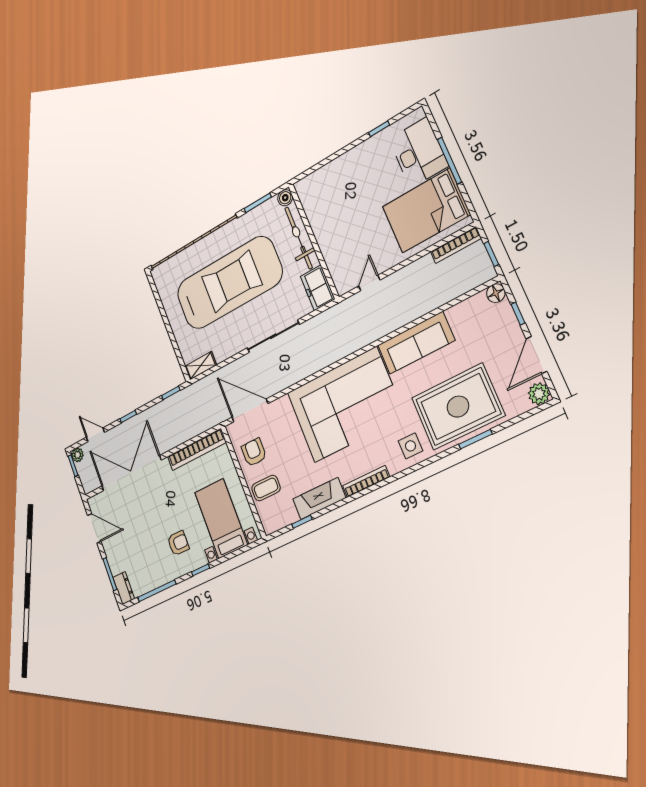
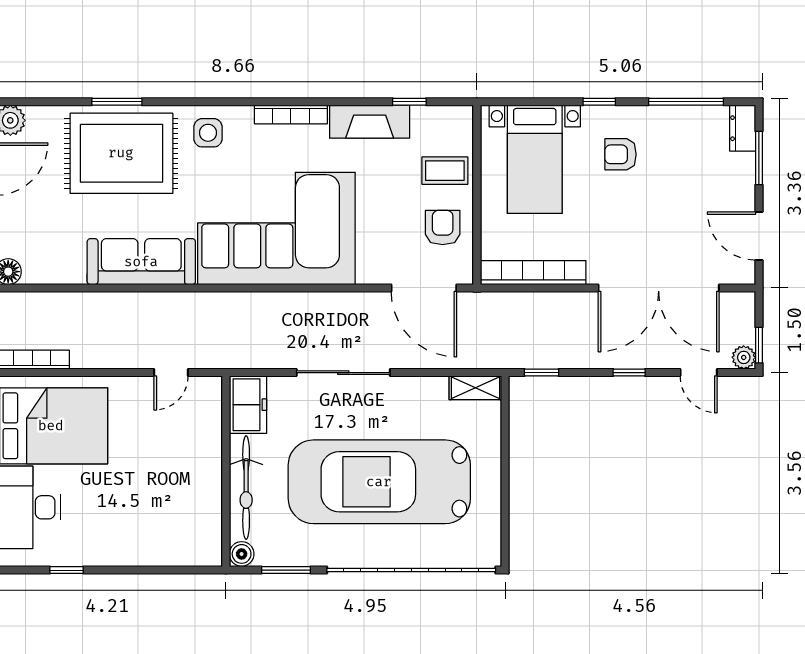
armchair: (254, 452) -> (443, 228), turned 180

